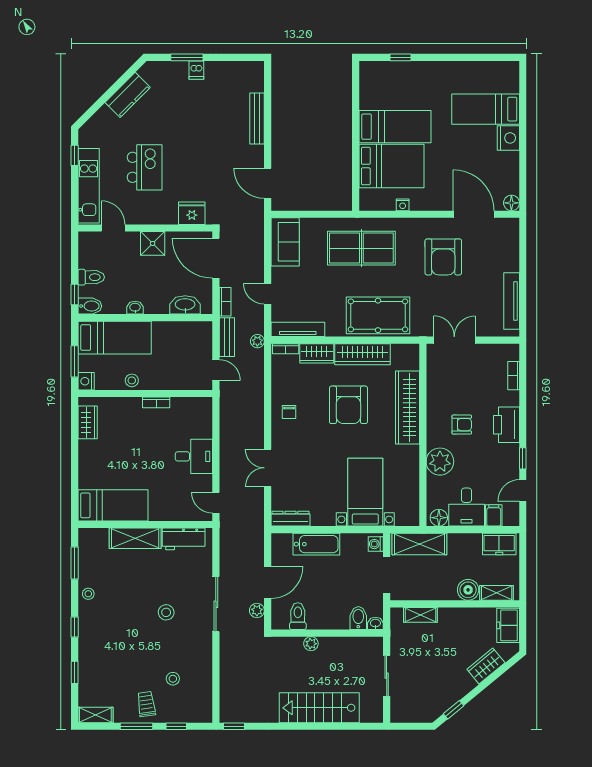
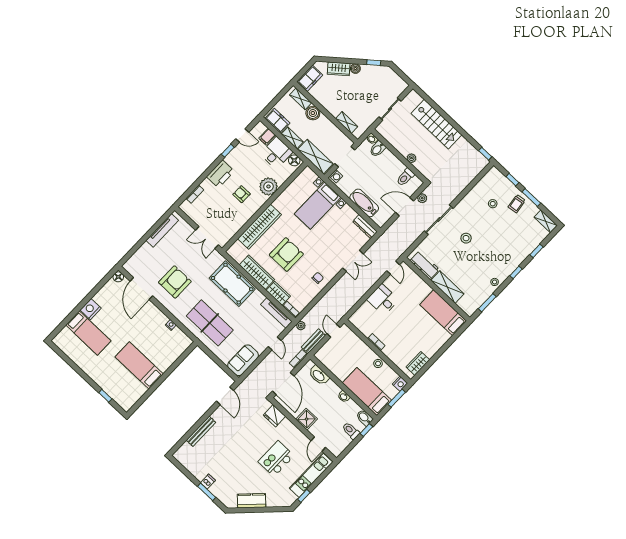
bed: (391, 166) -> (159, 348), removed
shelving: (465, 541) -> (292, 138), added
boiler: (468, 684) -> (355, 69), added

